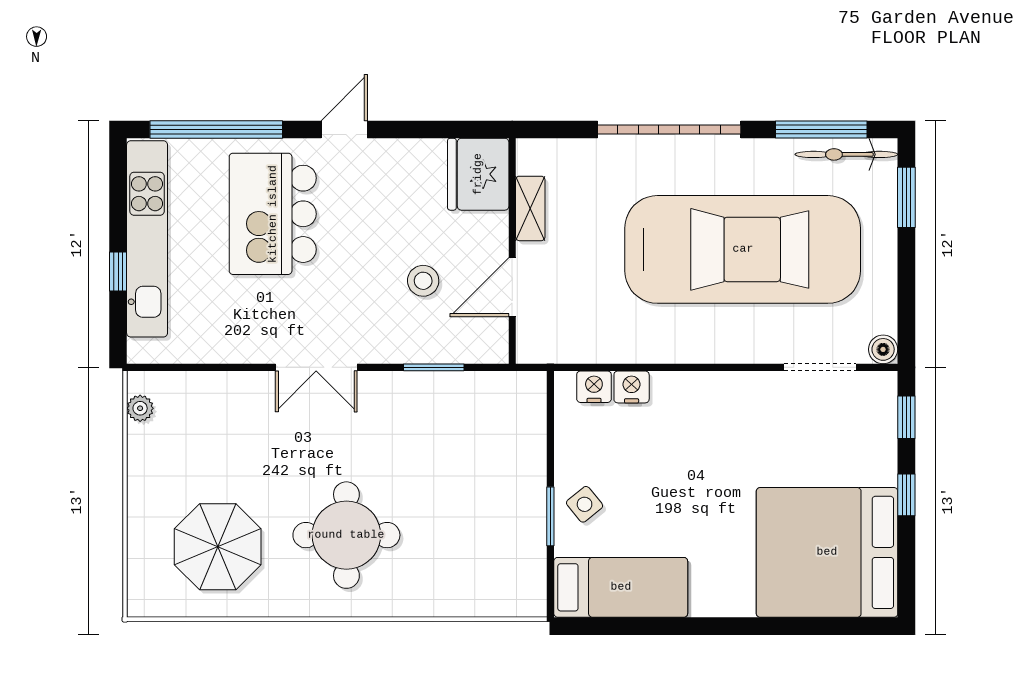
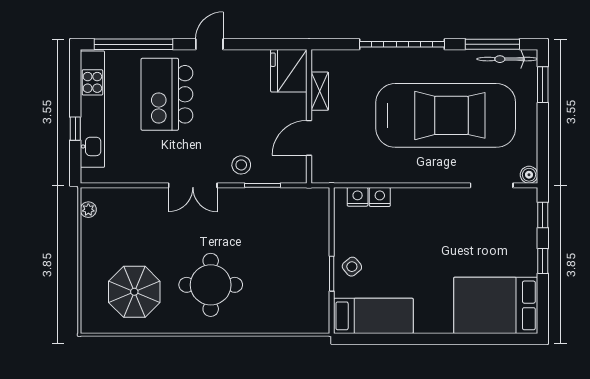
stool: (423, 281) -> (241, 165), moved
bed: (827, 552) -> (496, 305), width x0.73

